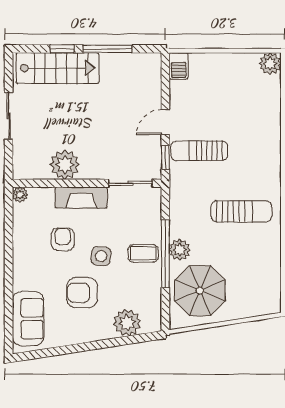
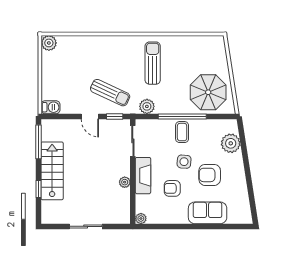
window: (108, 49) -> (39, 142), moved
stairs: (57, 68) -> (52, 171), moved
sun lounger: (199, 151) -> (110, 93), turned -65
plant: (65, 165) -> (125, 182), width x0.53, depth x0.53
plant: (180, 250) -> (147, 106), moved
armchair: (82, 293) -> (210, 175), turned 90
sofa: (28, 319) -> (208, 213), moved

